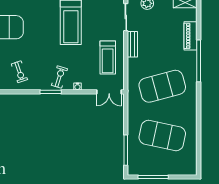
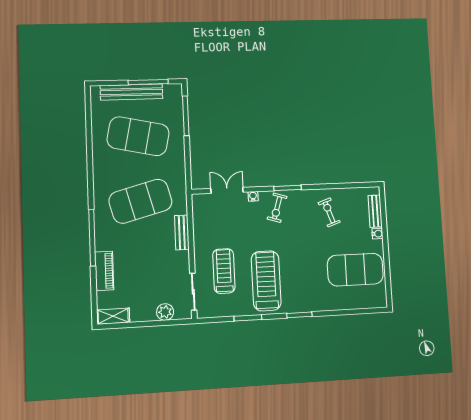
bench: (132, 44) -> (182, 232), moved
treadmill: (108, 58) -> (224, 271), moved
double door: (109, 92) -> (227, 190), moved
bench: (166, 169) -> (131, 92), added

